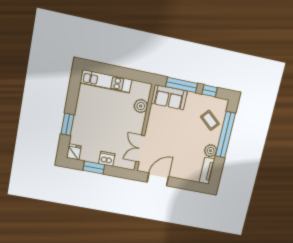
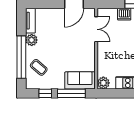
plant: (141, 106) -> (103, 83), moved

